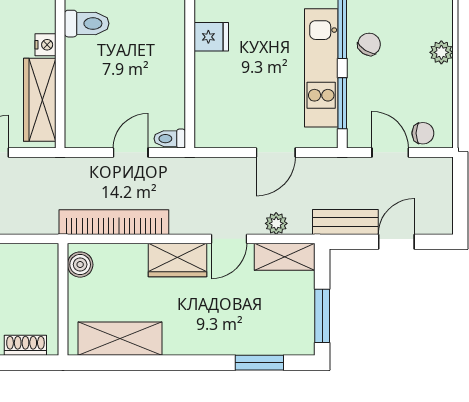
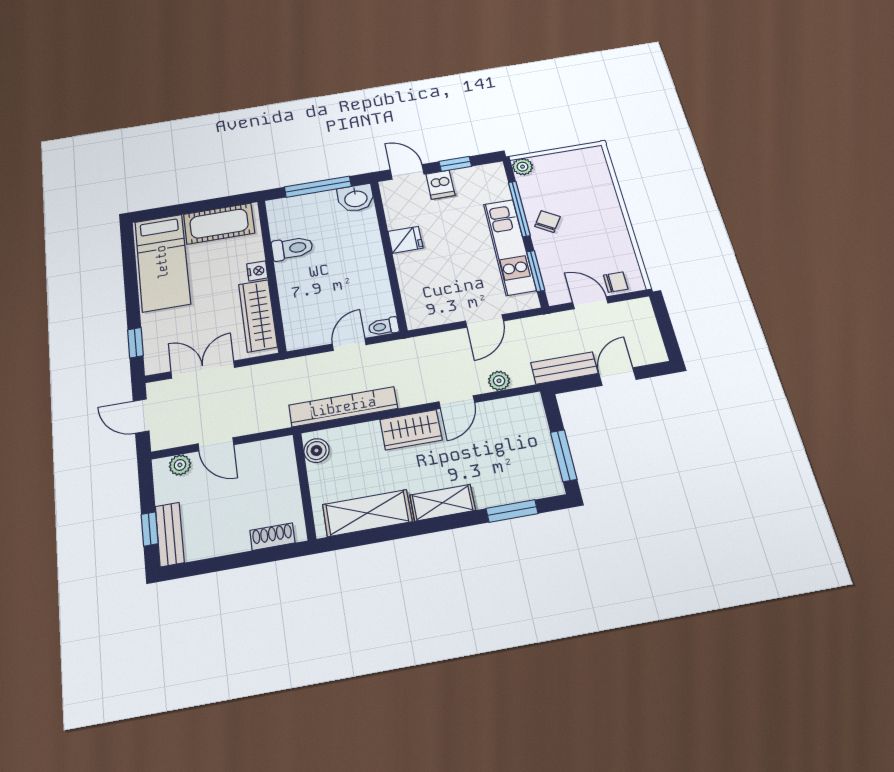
plant: (441, 52) -> (613, 217), removed
shelving: (285, 257) -> (443, 503), moved

